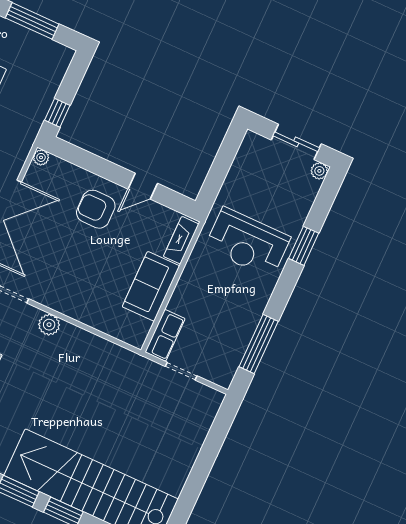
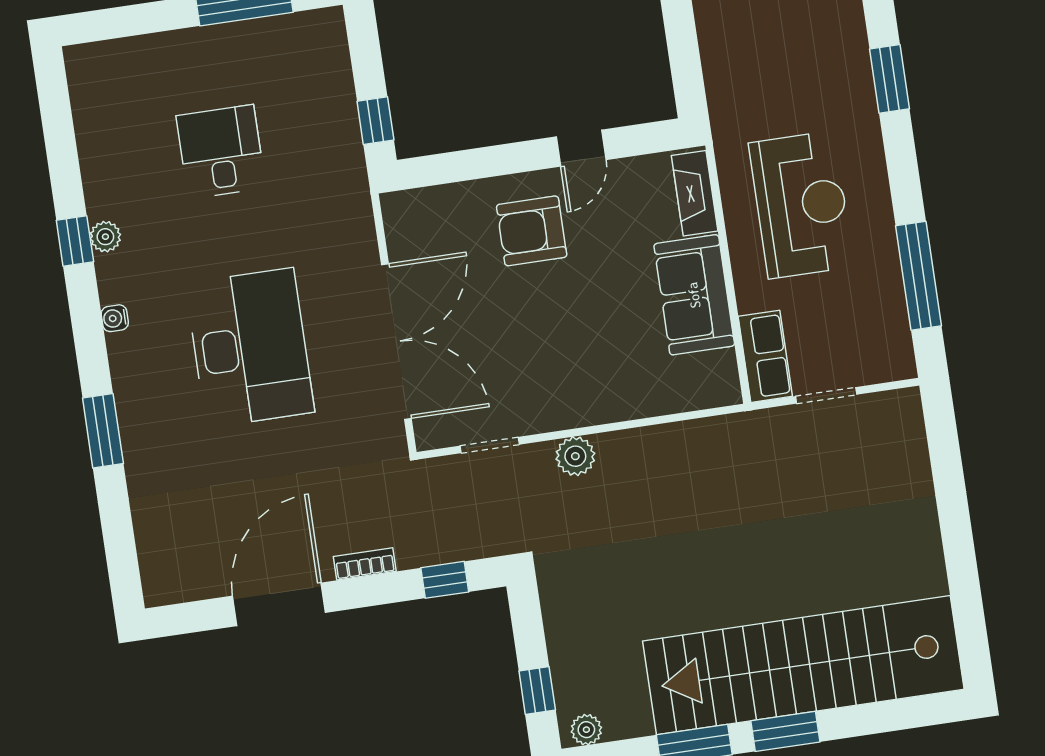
plant: (41, 157) -> (395, 206), removed
reception desk: (247, 243) -> (801, 205), moved, turned -90

